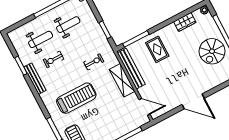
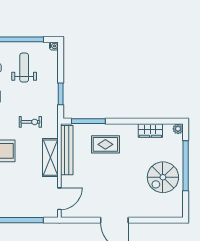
weight bench: (68, 25) -> (24, 68), turned -90
rug: (157, 49) -> (105, 144), turned 90
door: (144, 107) -> (59, 199), hinge flipped

